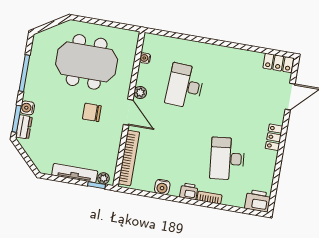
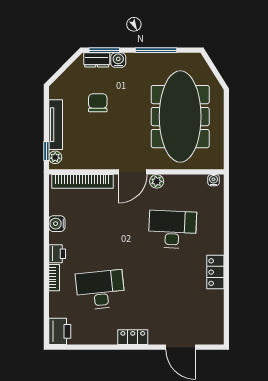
water cooler: (145, 58) -> (214, 180), moved
meeting table: (87, 62) -> (180, 117), width x1.36
locker: (278, 63) -> (215, 272), moved
chair: (92, 112) -> (98, 103), moved

